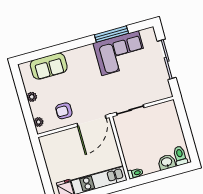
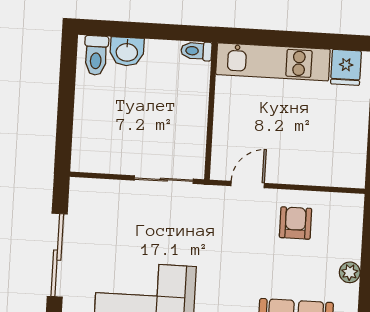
armchair: (64, 111) -> (295, 223), turned -90
door: (91, 121) -> (248, 184), width x0.53
plant: (39, 122) -> (353, 218), removed

